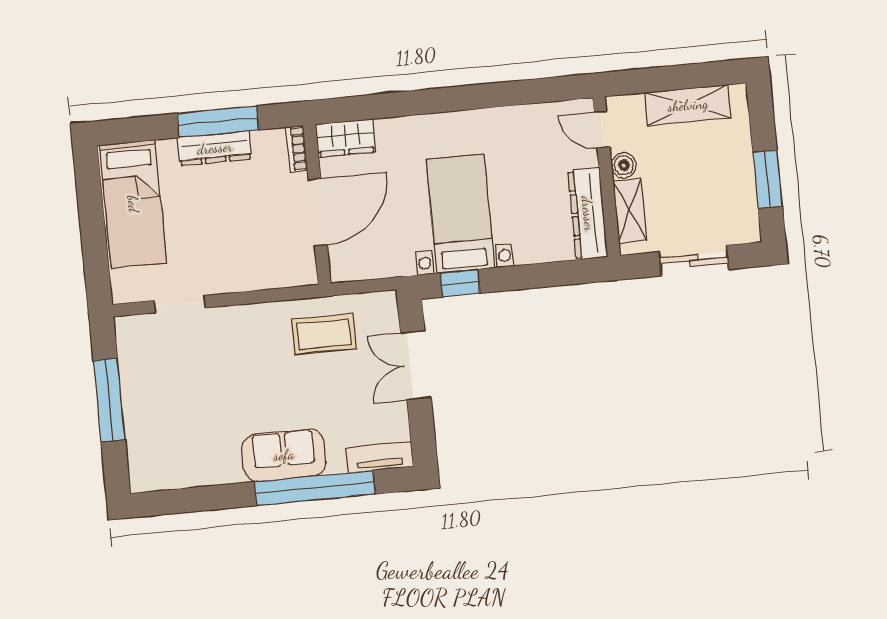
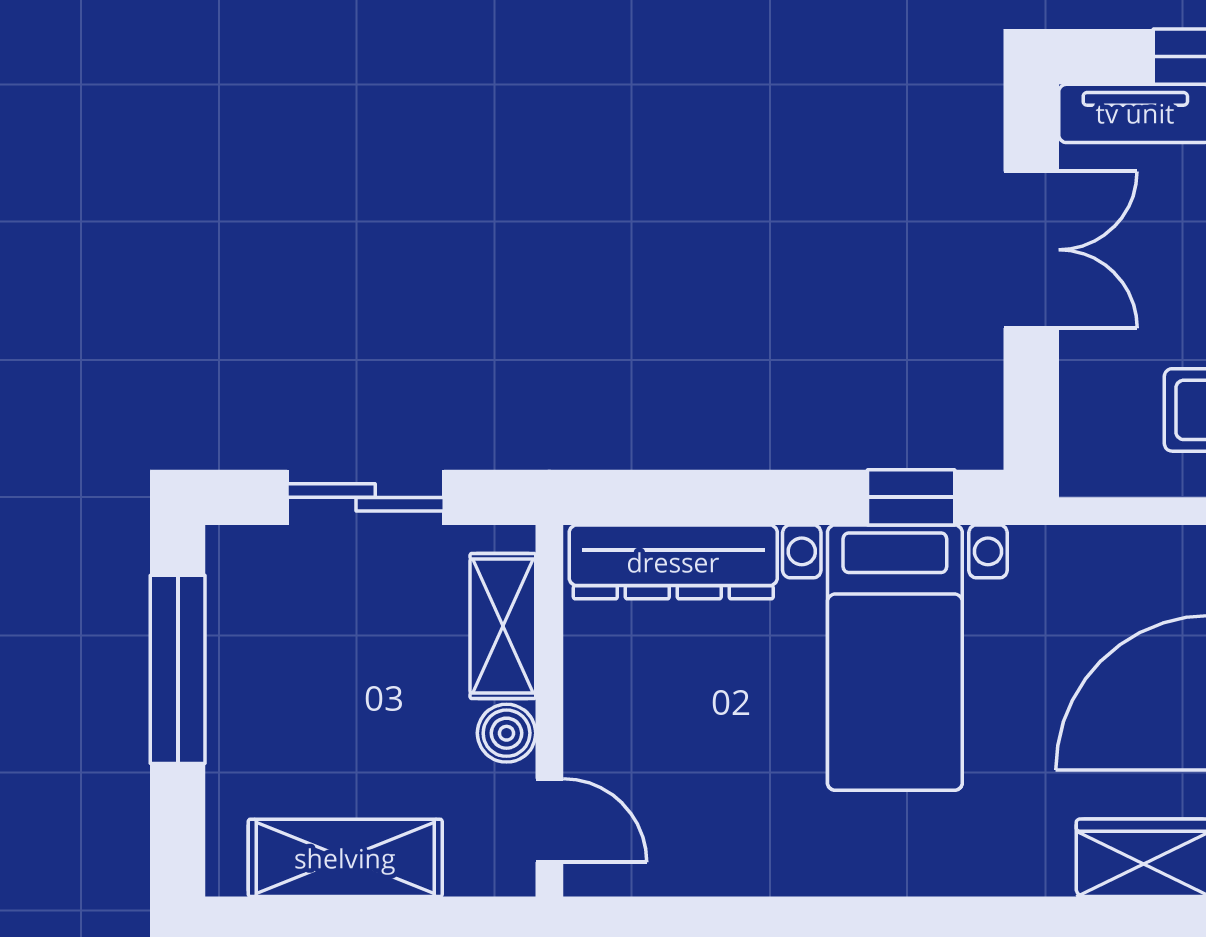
window: (768, 179) -> (178, 669), width x1.44
dresser: (588, 214) -> (673, 562), moved, turned 90
double door: (416, 365) -> (1031, 250), moved

